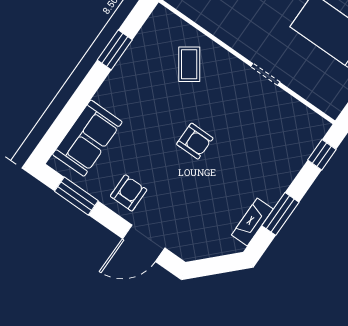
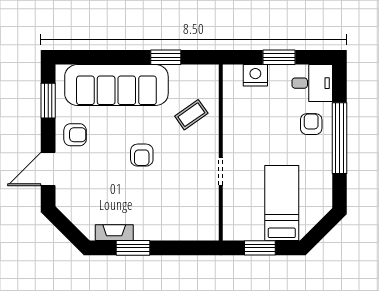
sofa: (87, 138) -> (116, 85), width x1.85, depth x1.27
window: (322, 155) -> (193, 248), removed
door: (144, 243) -> (48, 169), hinge flipped

